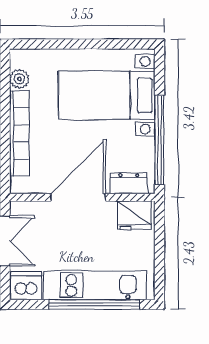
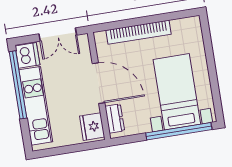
plant: (19, 79) -> (179, 26), removed
window: (159, 140) -> (179, 131), moved
window: (94, 305) -> (18, 85), moved

